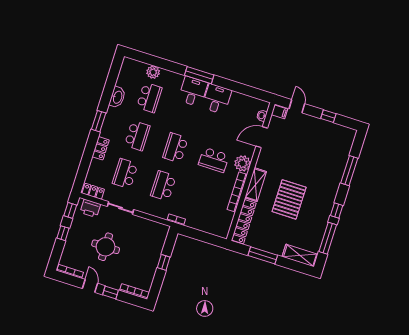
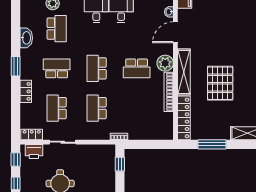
school desk: (137, 136) -> (57, 68), turned -90
shelving: (256, 185) -> (184, 72), width x1.47
window: (164, 262) -> (120, 164), moved

